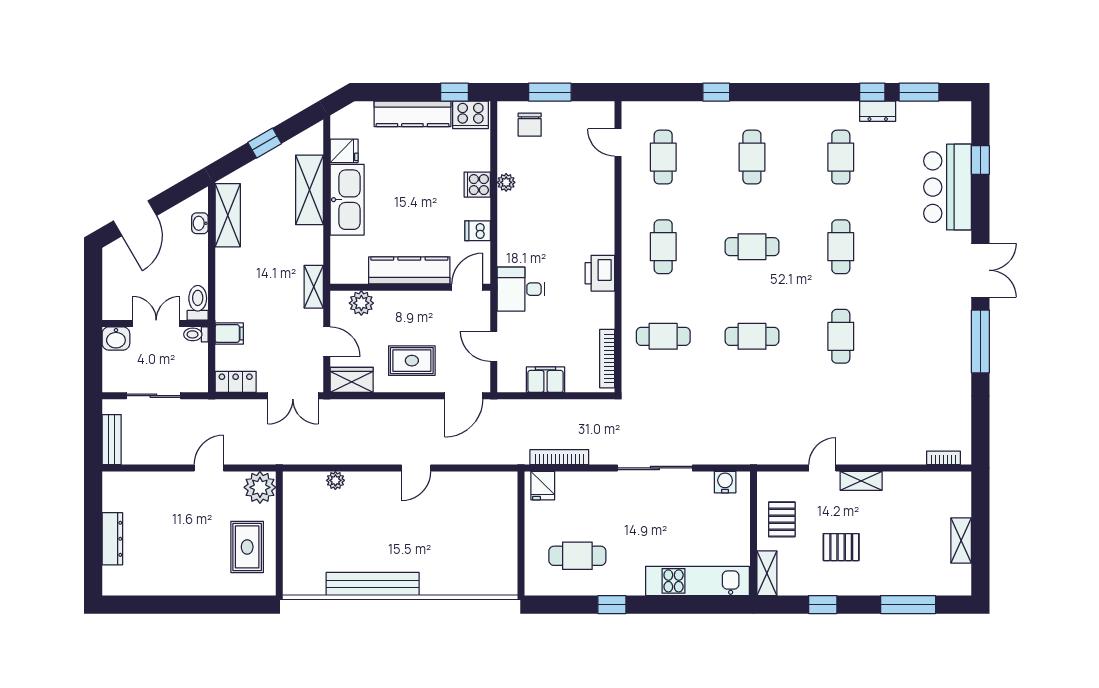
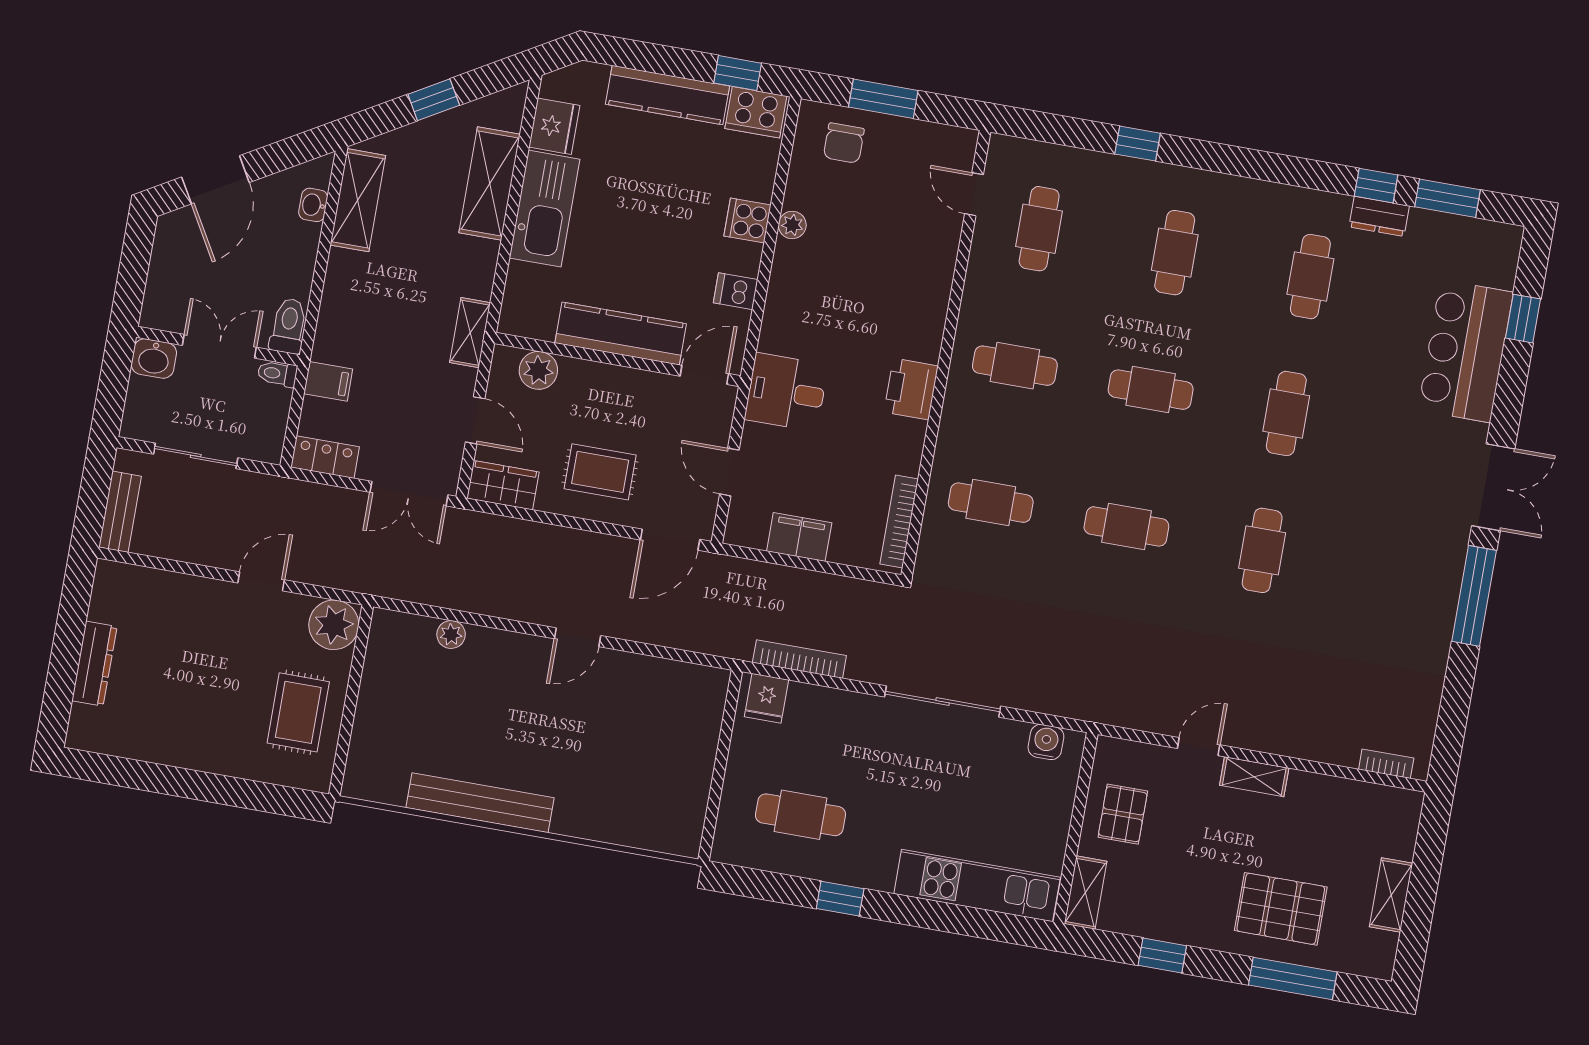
fridge: (344, 151) -> (554, 126), width x1.38
cafe table: (663, 247) -> (1015, 366), turned 90
pallet: (841, 547) -> (1281, 909), moved, width x1.50, depth x1.42

